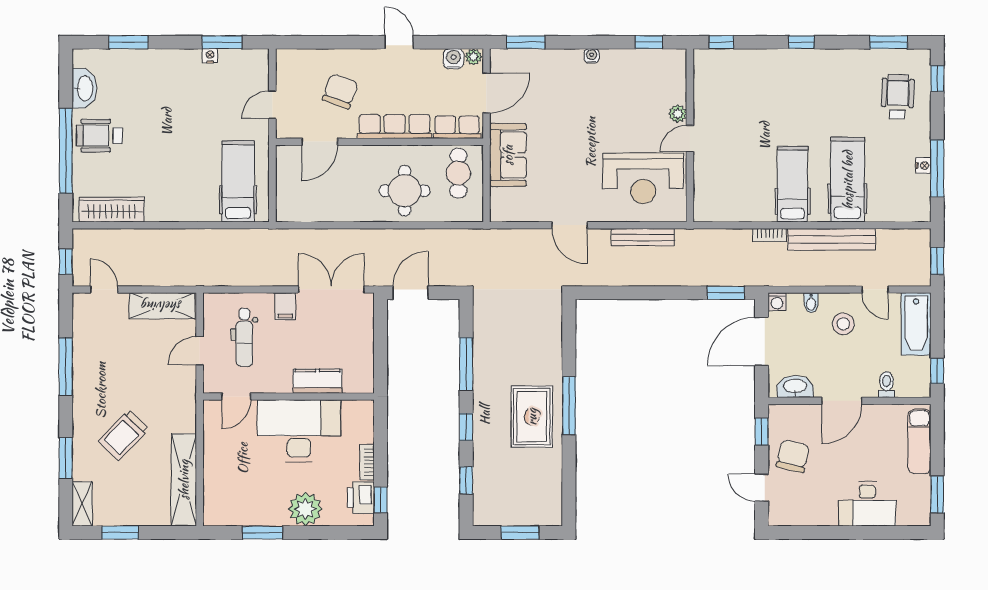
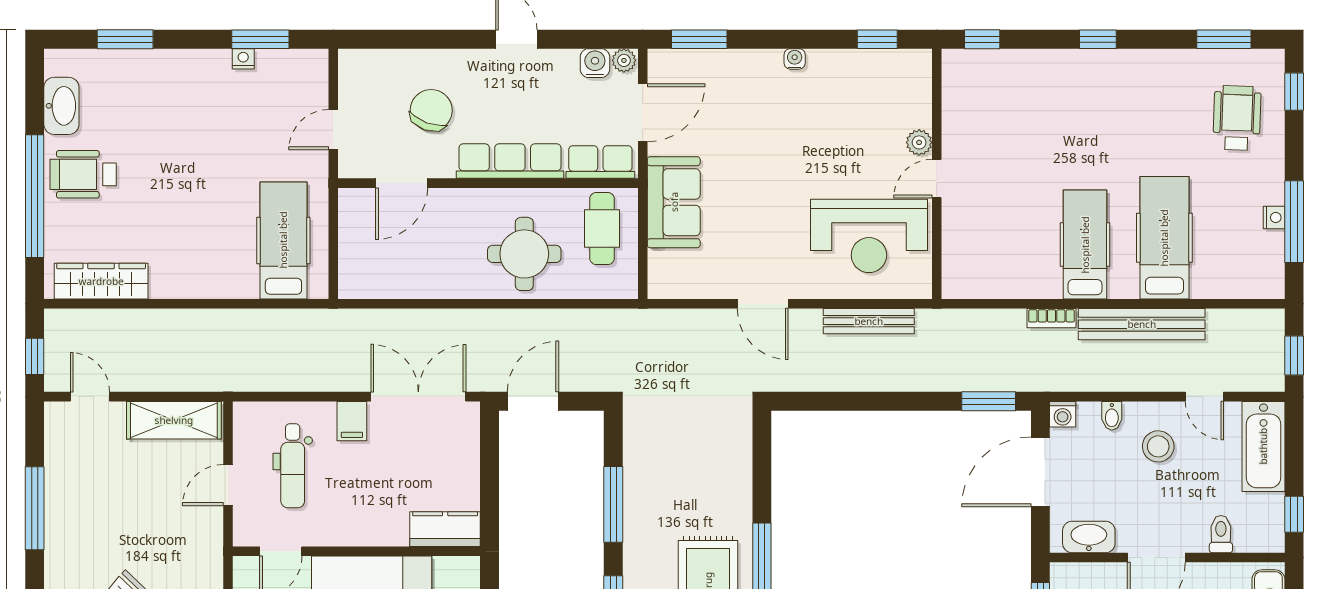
kitchen counter: (317, 381) -> (445, 529), moved

